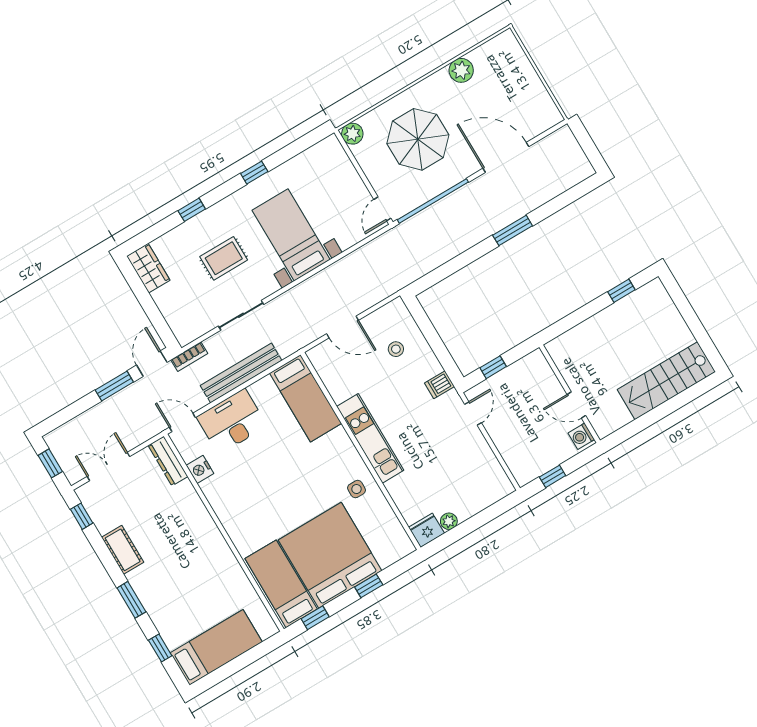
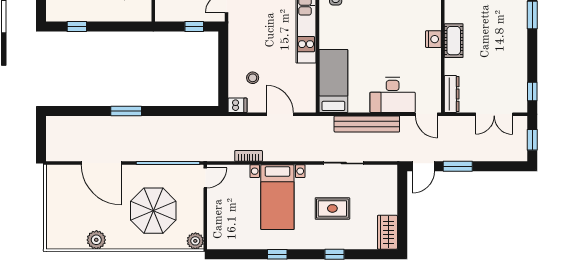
bookcase: (189, 357) -> (249, 156), moved
dishwasher: (440, 385) -> (237, 105), moved
nightstand: (200, 469) -> (433, 39), moved
cot: (123, 550) -> (454, 41), moved

